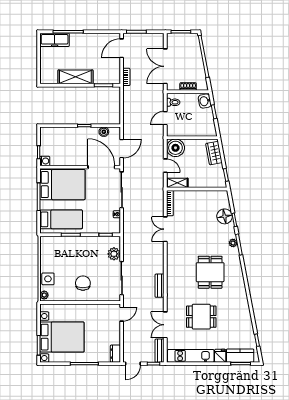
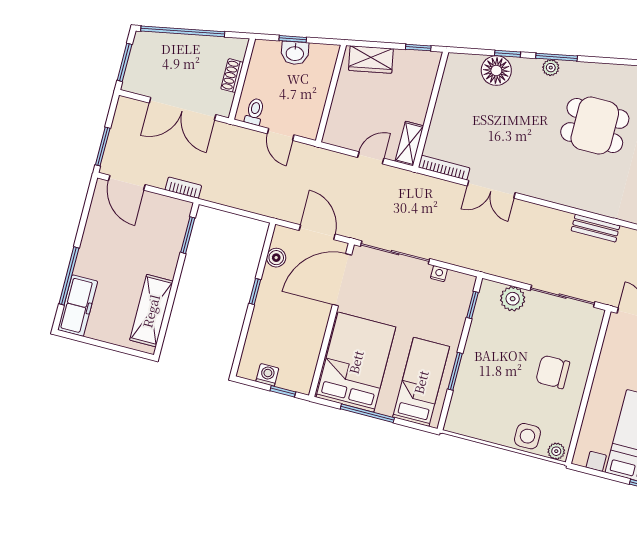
shelving: (75, 77) -> (151, 311), moved
washbasin: (205, 101) -> (295, 53), moved
boiler: (175, 148) -> (342, 130), removed
washing machine: (45, 161) -> (267, 375), moved

